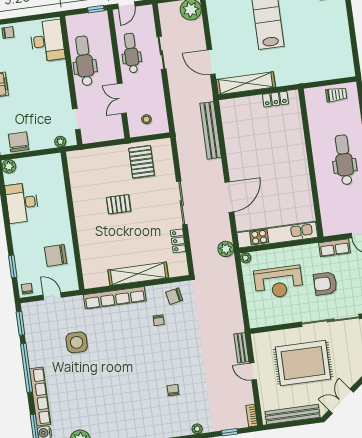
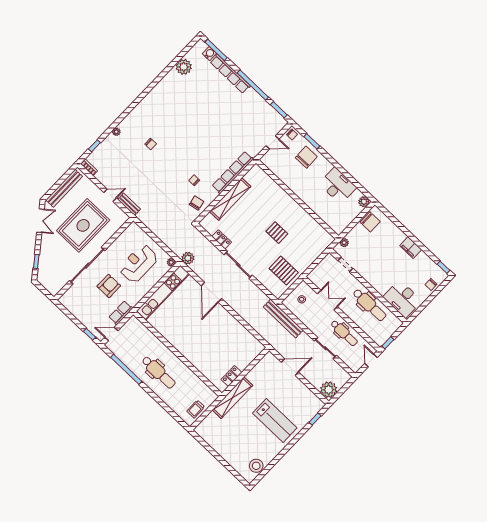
shelving: (246, 83) -> (232, 398), moved
bench: (211, 130) -> (283, 319), moved
pallet: (119, 204) -> (277, 233), turned 90
chair: (56, 255) -> (306, 157), moved
side table: (77, 342) -> (234, 126), removed

